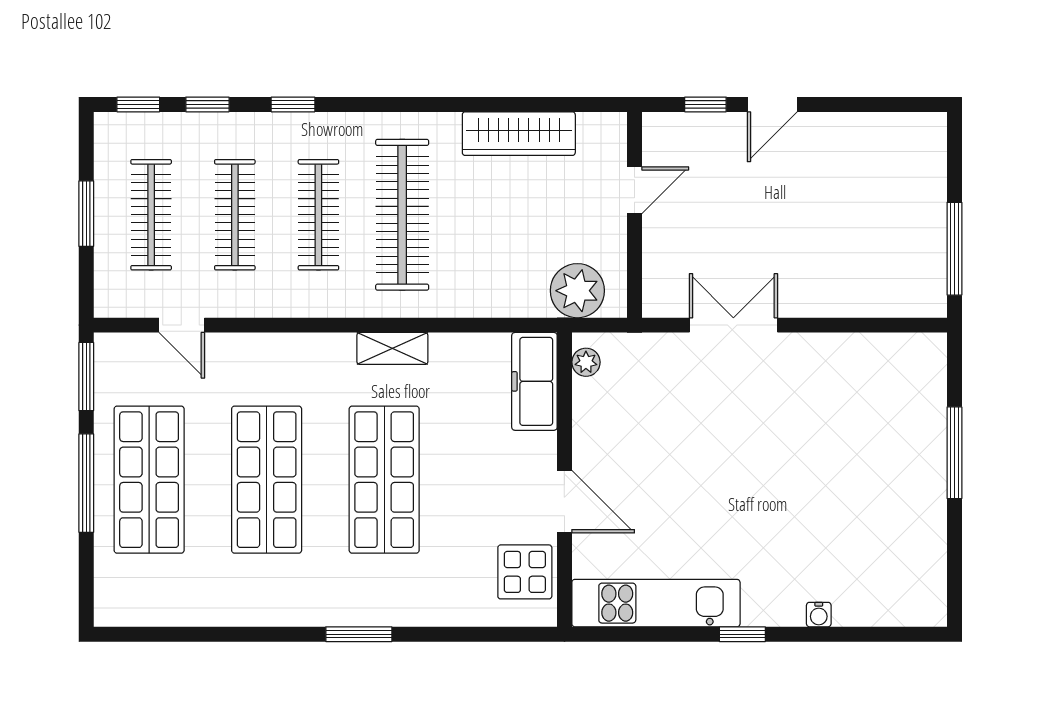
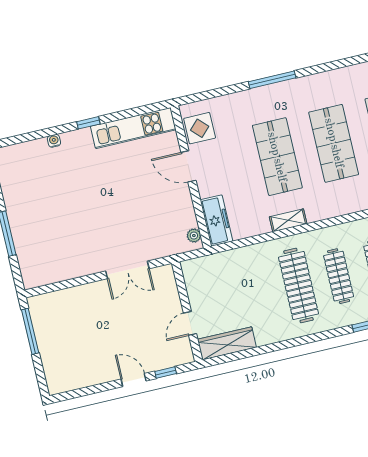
door: (772, 104) -> (134, 380), hinge flipped
wardrobe: (519, 134) -> (227, 343), moved
plant: (577, 291) -> (206, 269), removed
window: (359, 634) -> (272, 80), width x1.44

